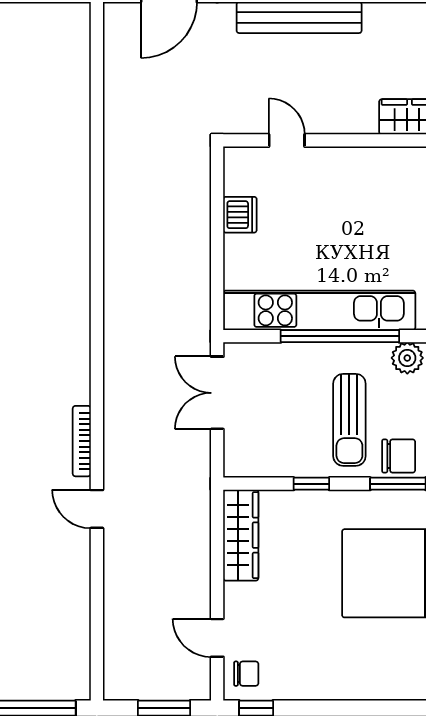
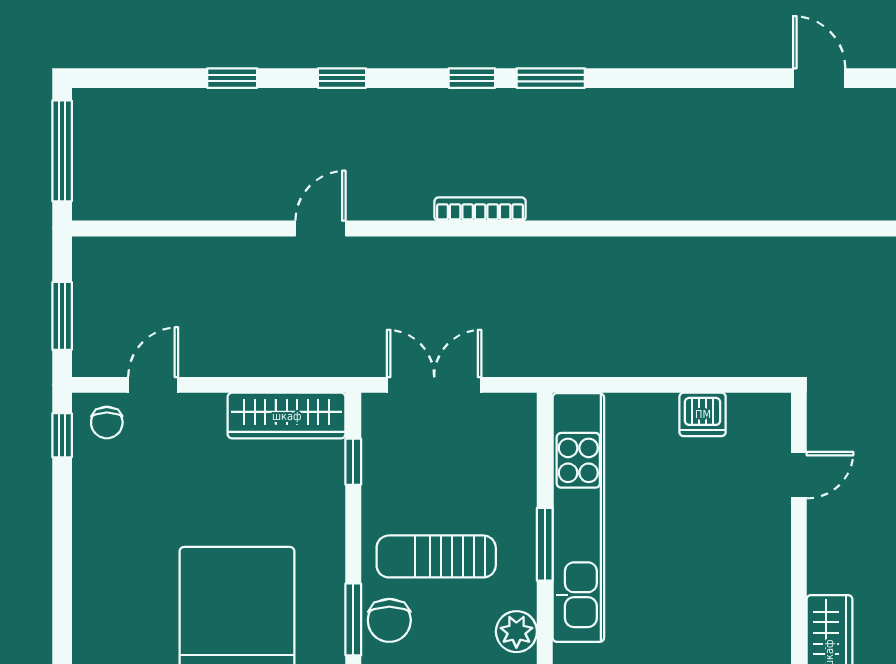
window: (340, 336) -> (545, 544), width x0.47
double door: (217, 393) -> (434, 385), moved
bookcase: (82, 441) -> (480, 209), moved
window: (311, 484) -> (353, 462), moved

